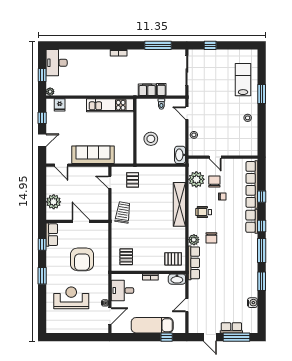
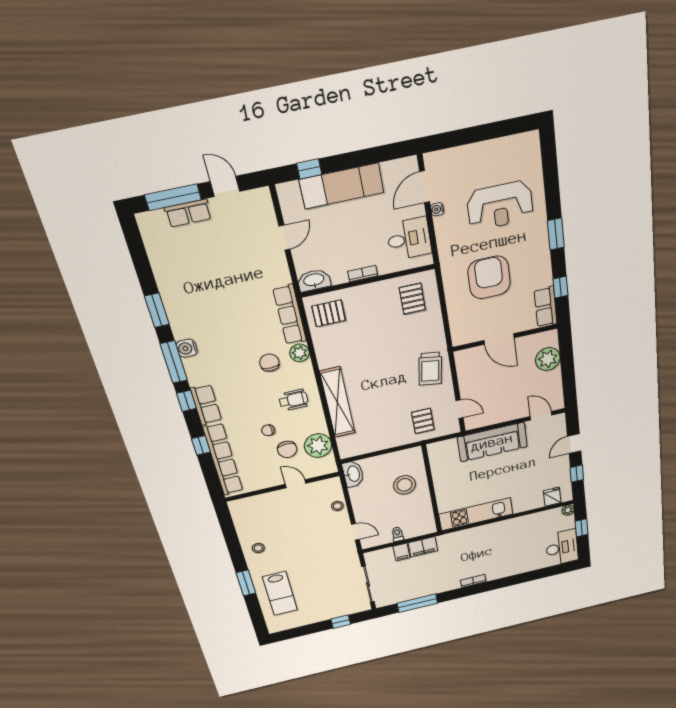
water cooler: (253, 303) -> (187, 348), moved

